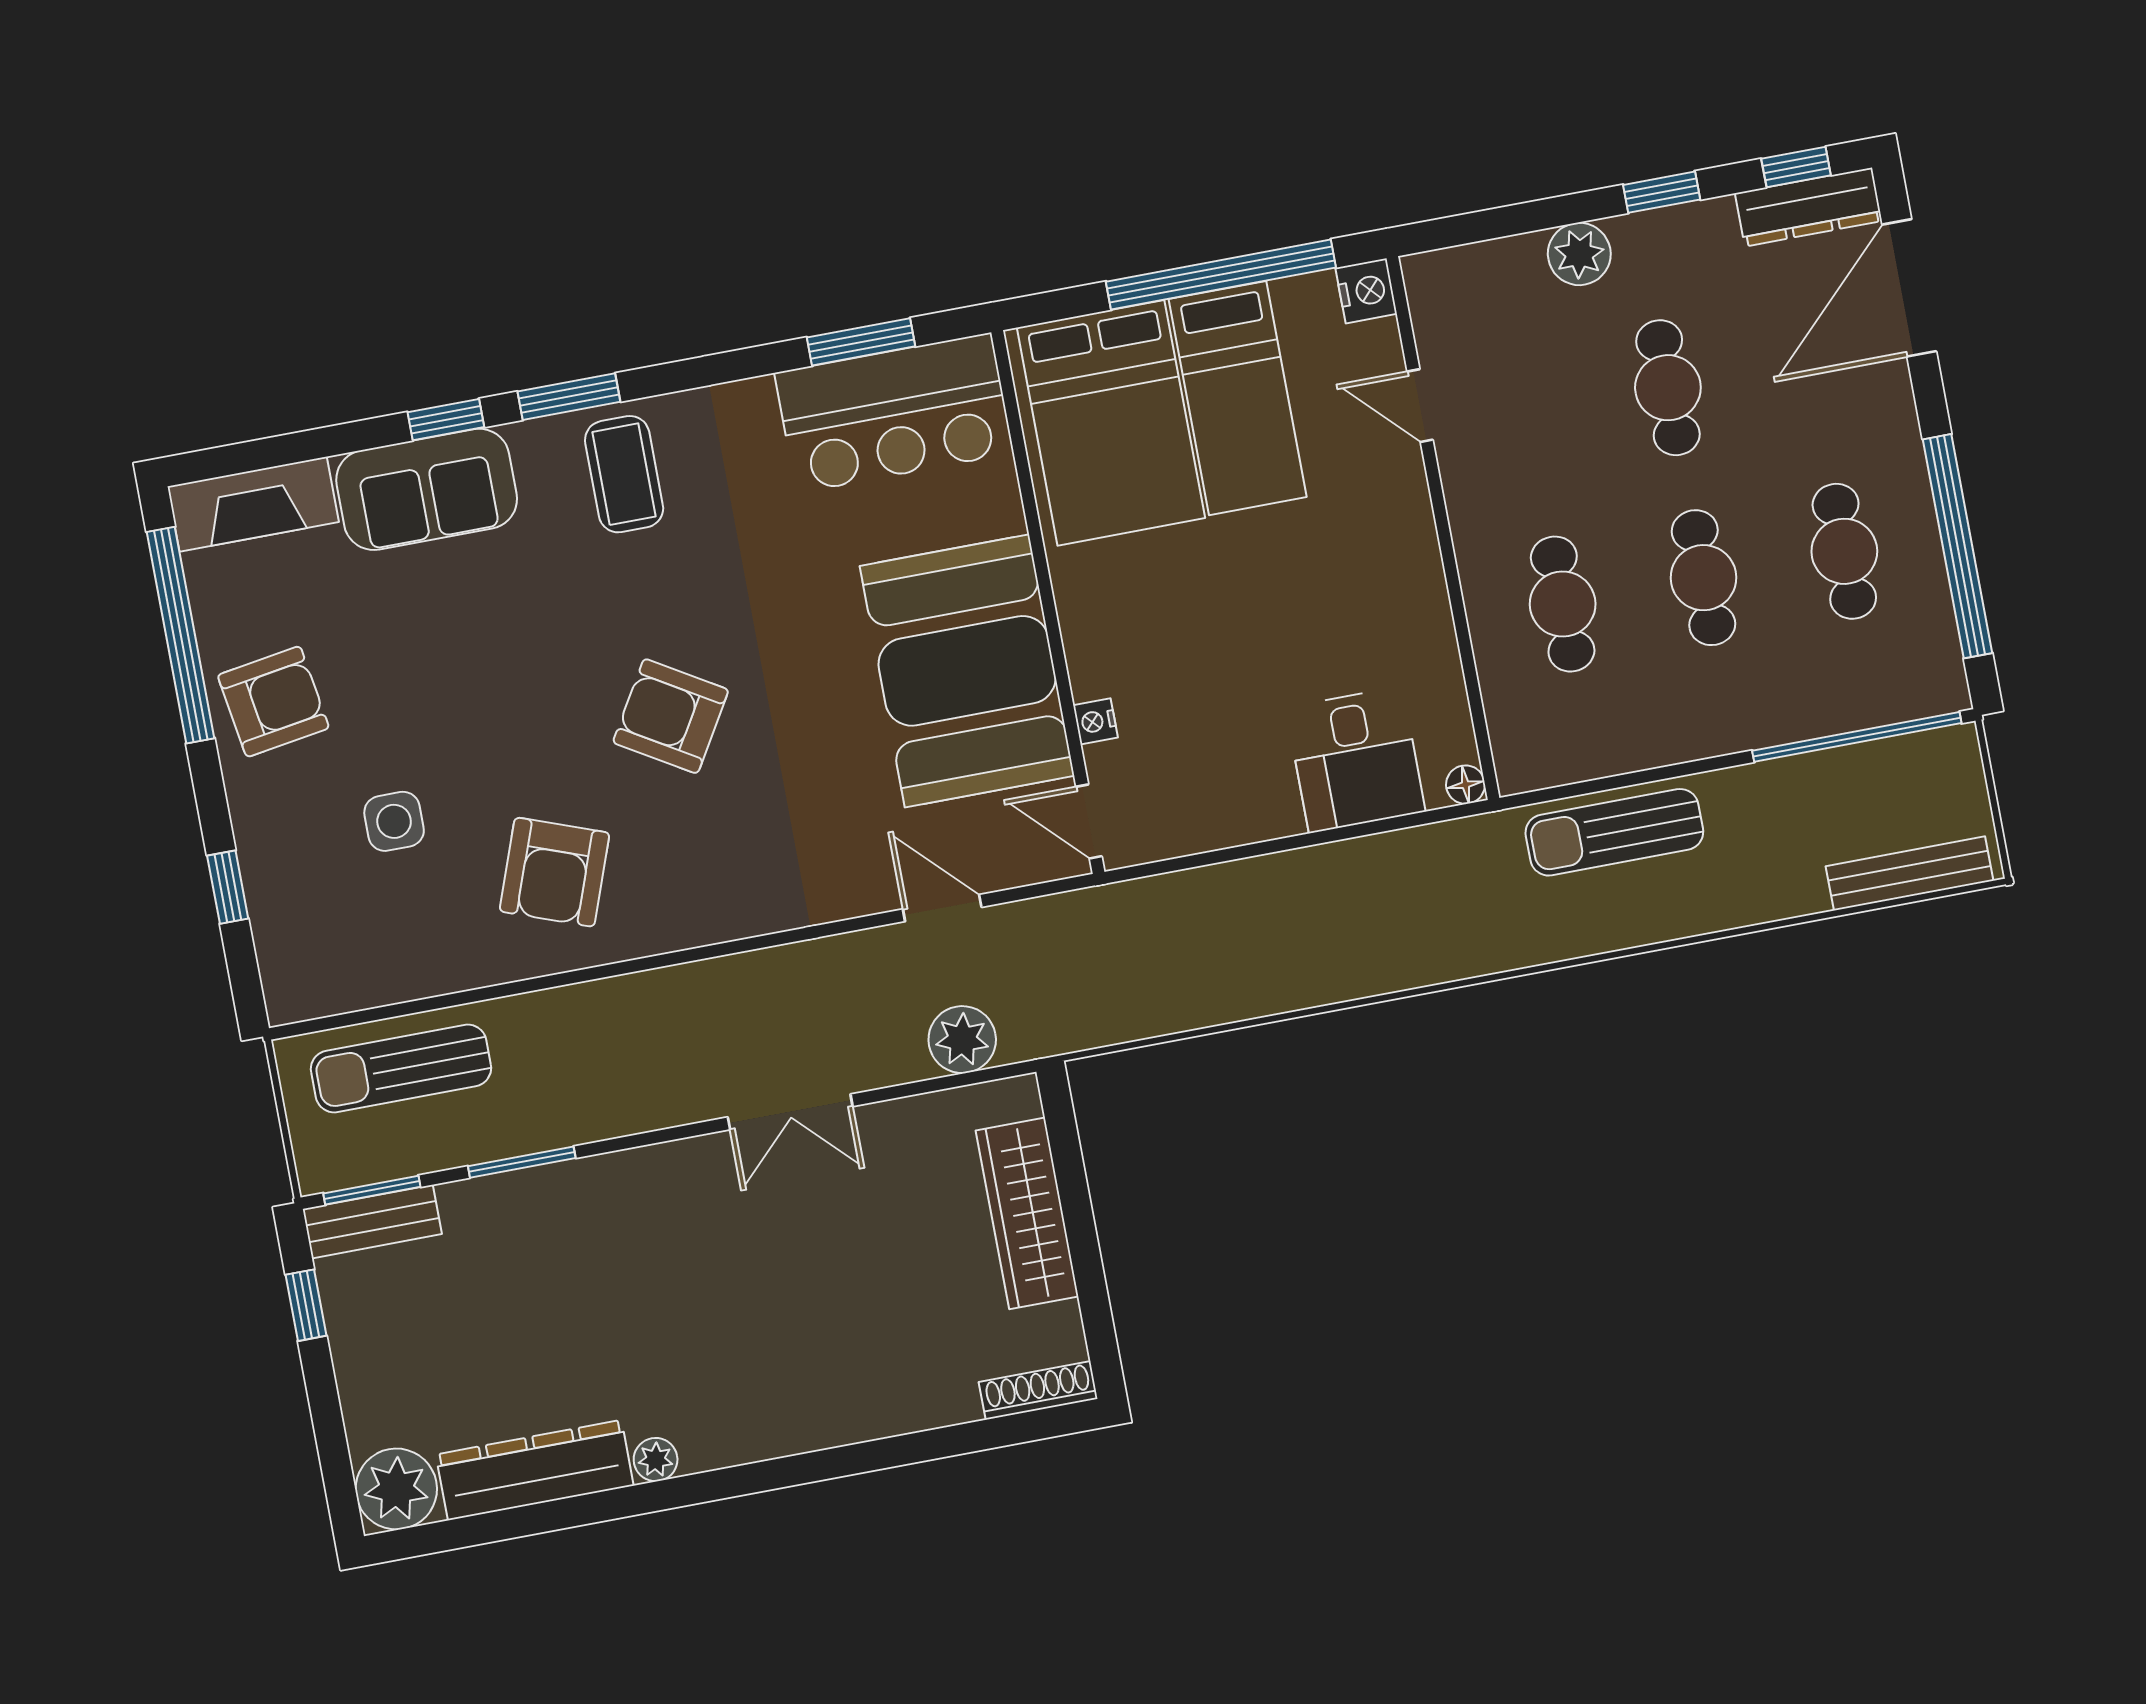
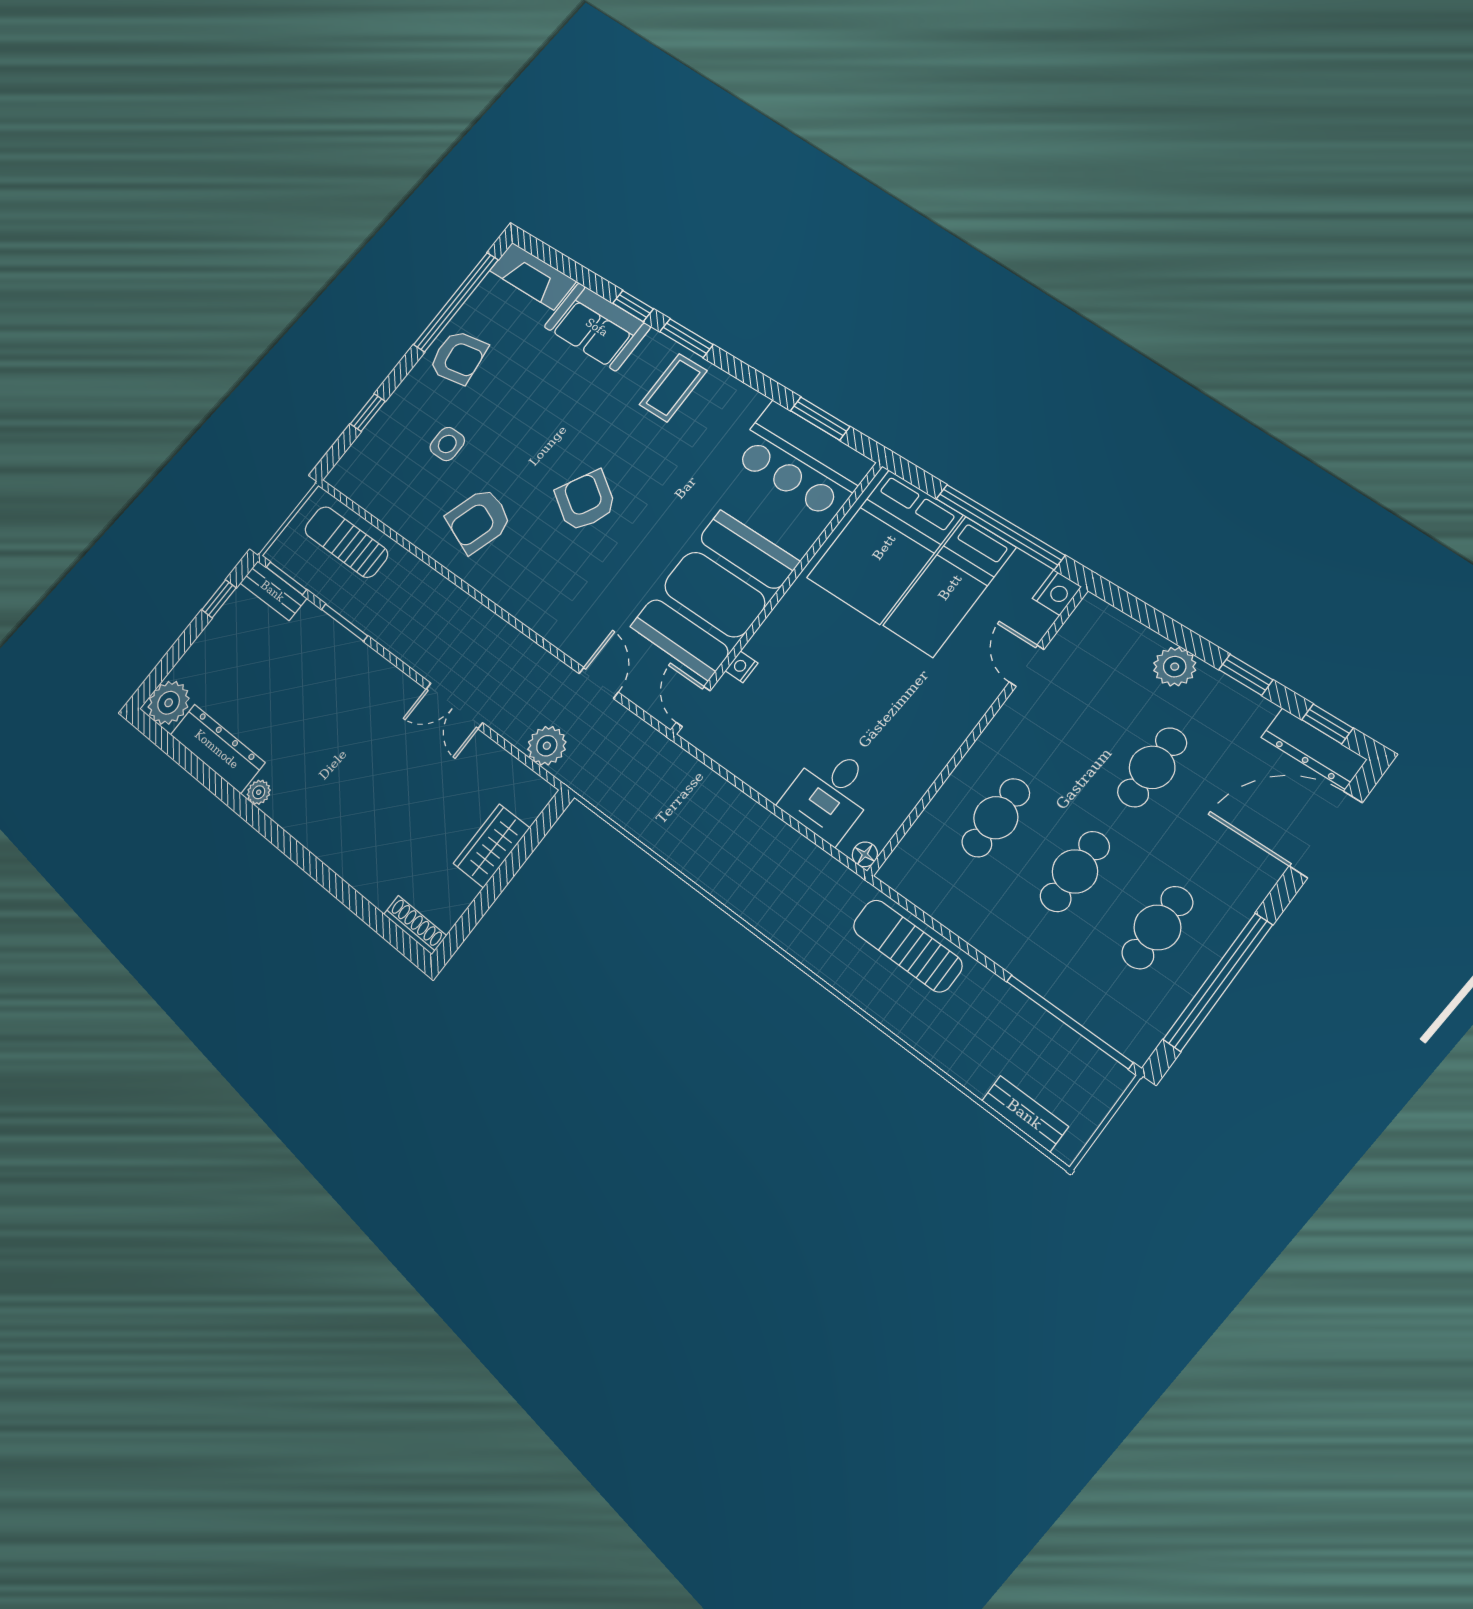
bench: (1910, 873) -> (1025, 1114), width x0.73
wardrobe: (1027, 1213) -> (492, 846), width x0.67

